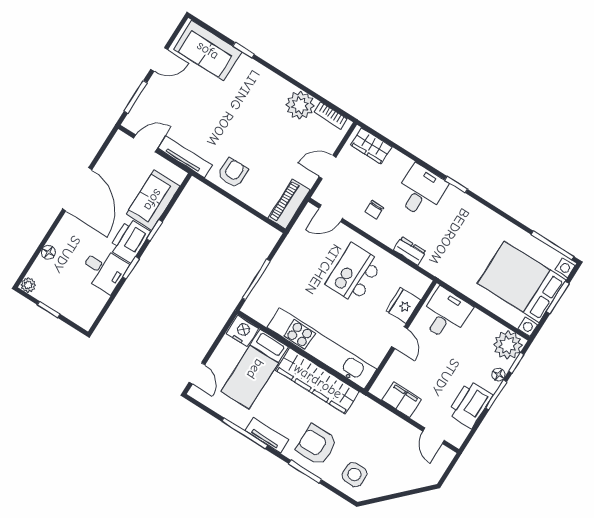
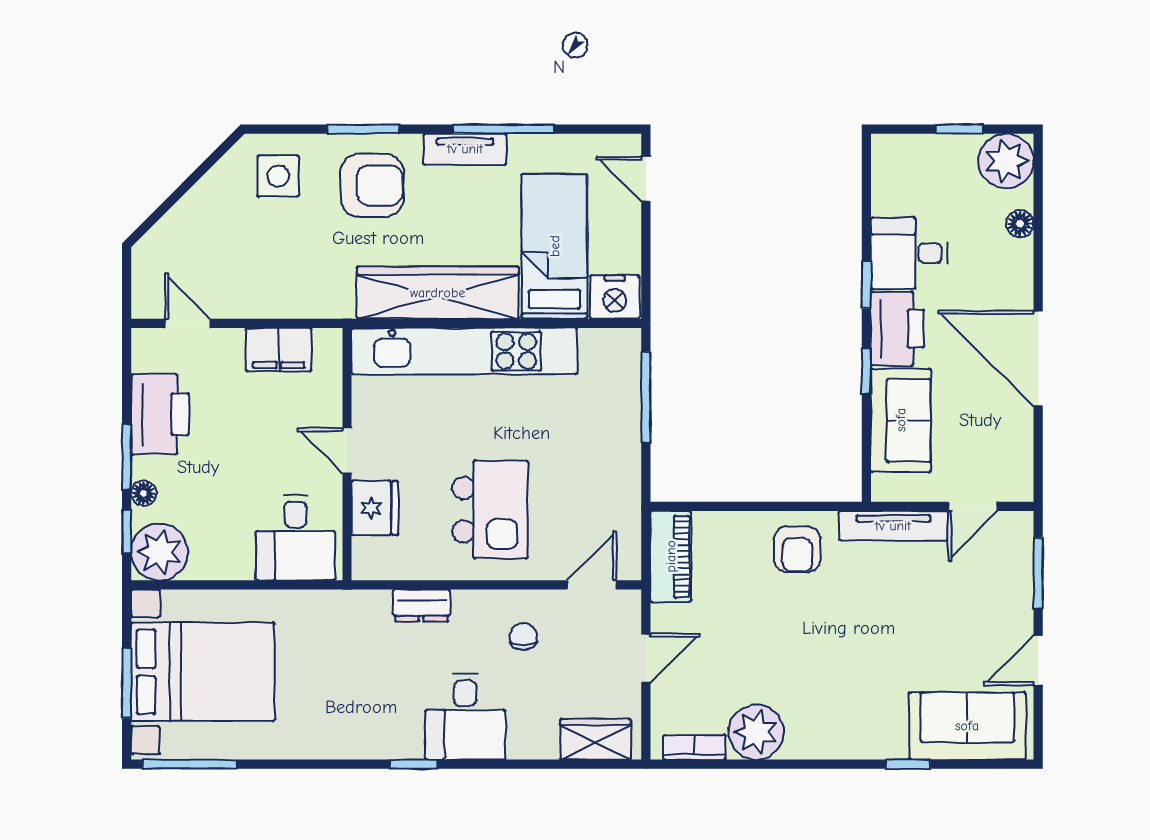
plant: (28, 285) -> (1006, 161), width x1.88, depth x1.88

